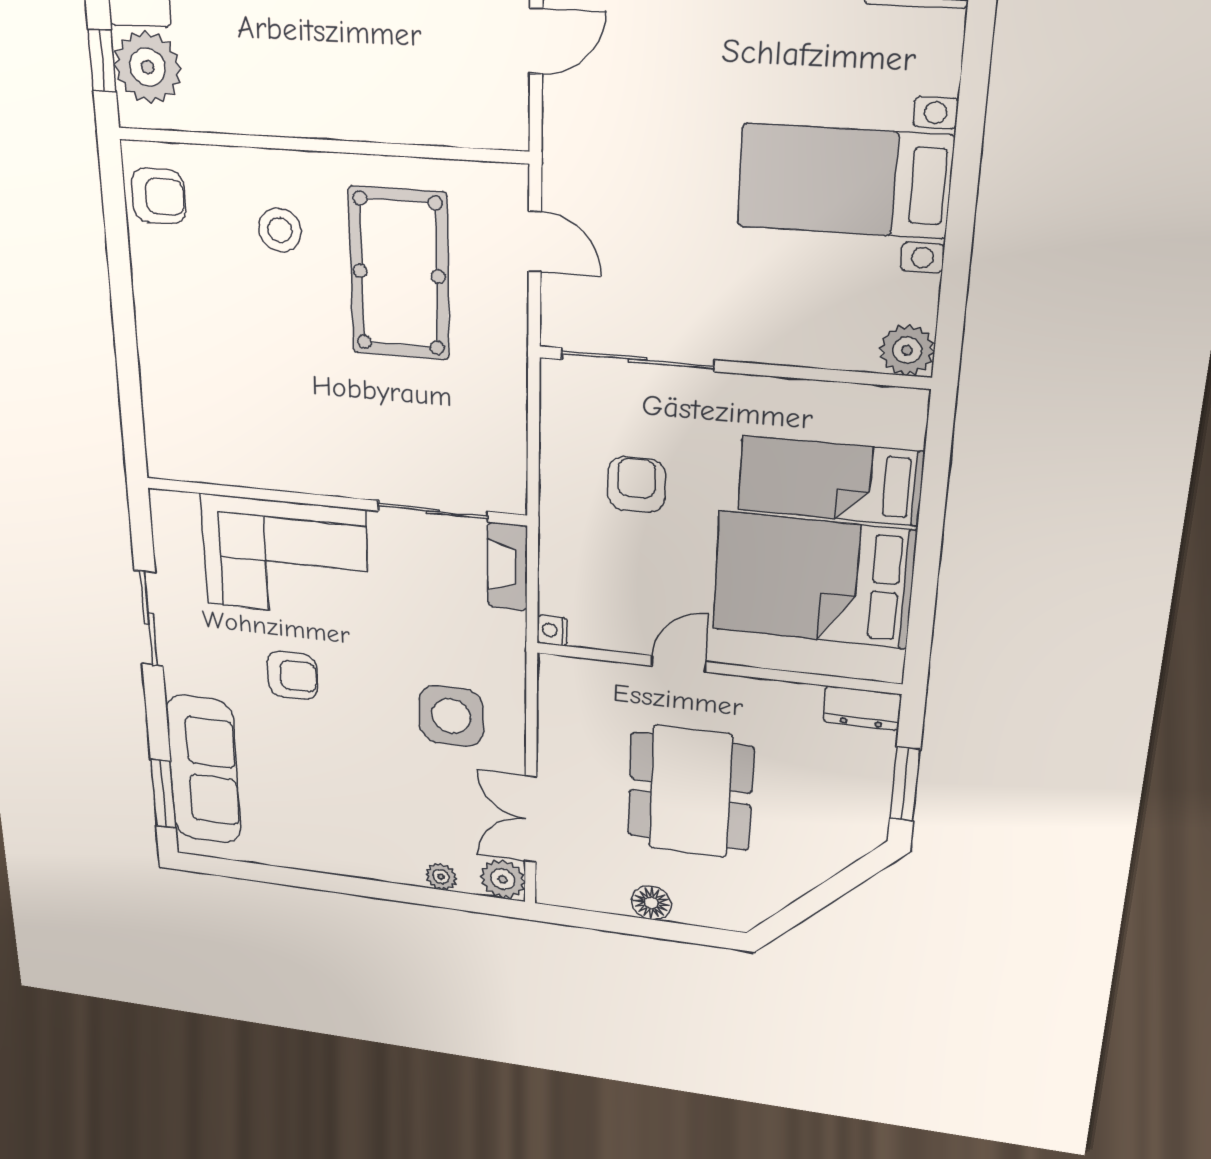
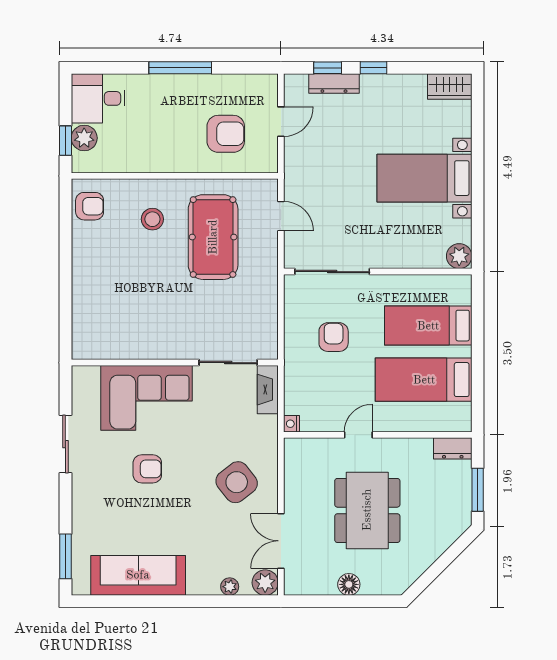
armchair: (421, 62) -> (226, 134), added
plant: (148, 67) -> (84, 138), width x0.73, depth x0.73
bed: (813, 580) -> (424, 380), width x0.67
side table: (451, 716) -> (237, 482), turned -38
sofa: (204, 770) -> (138, 575), moved, turned -90

